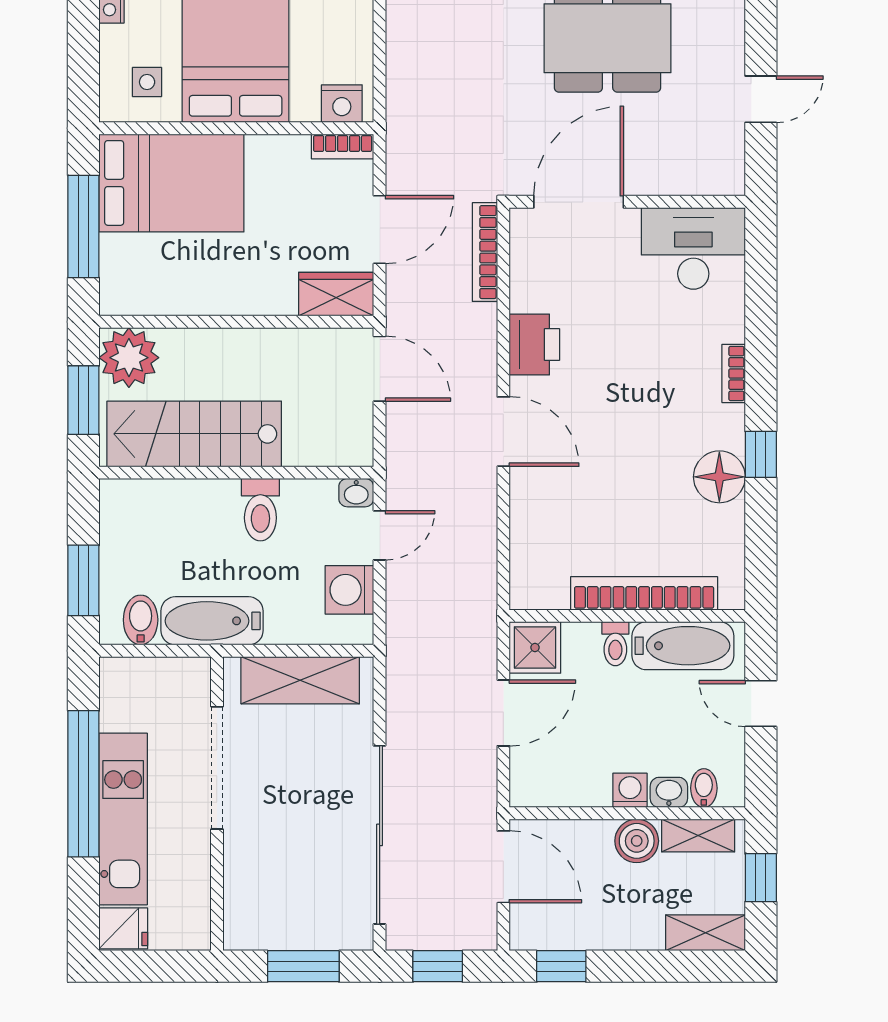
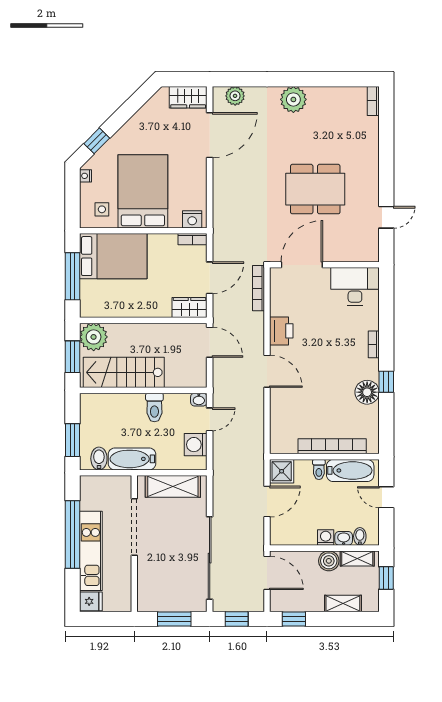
shelving: (705, 933) -> (343, 603), moved

